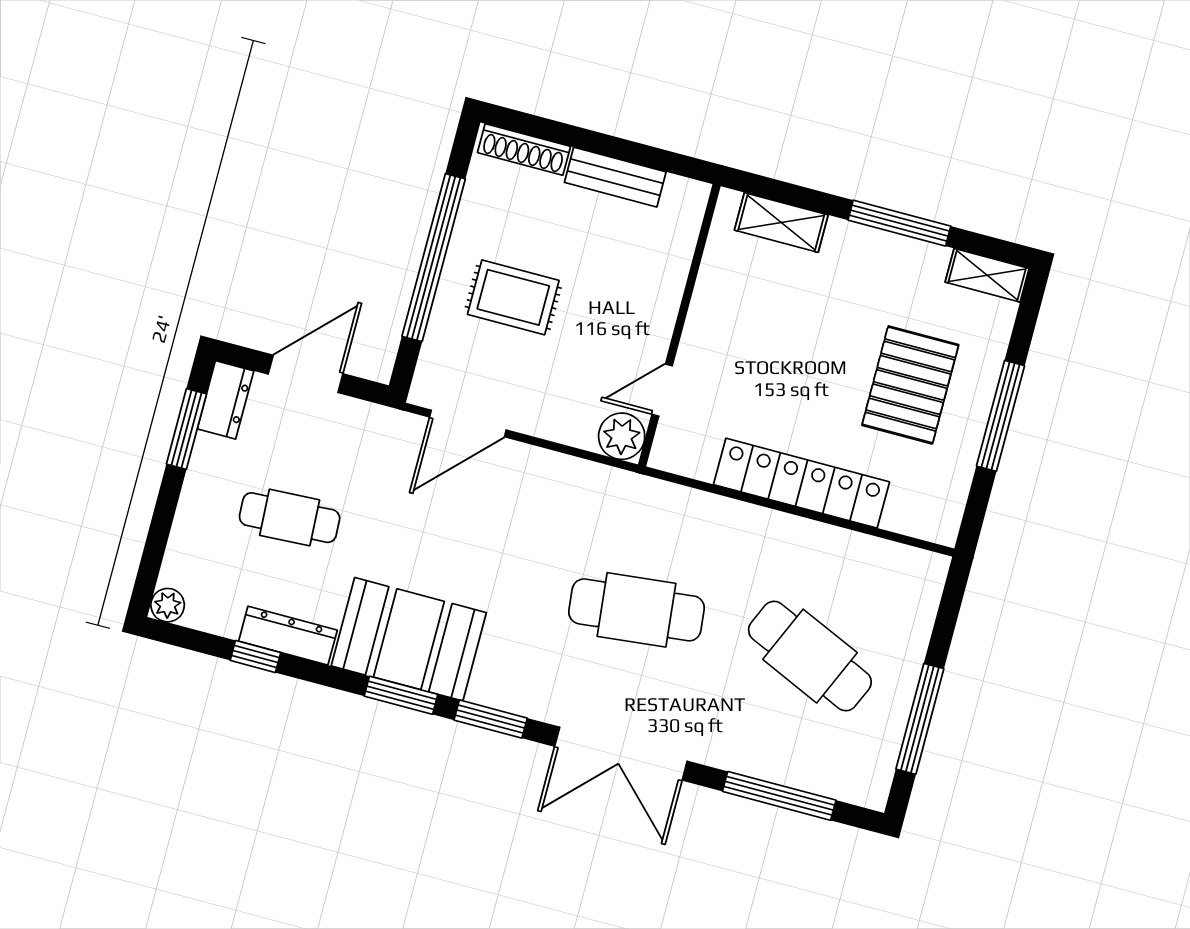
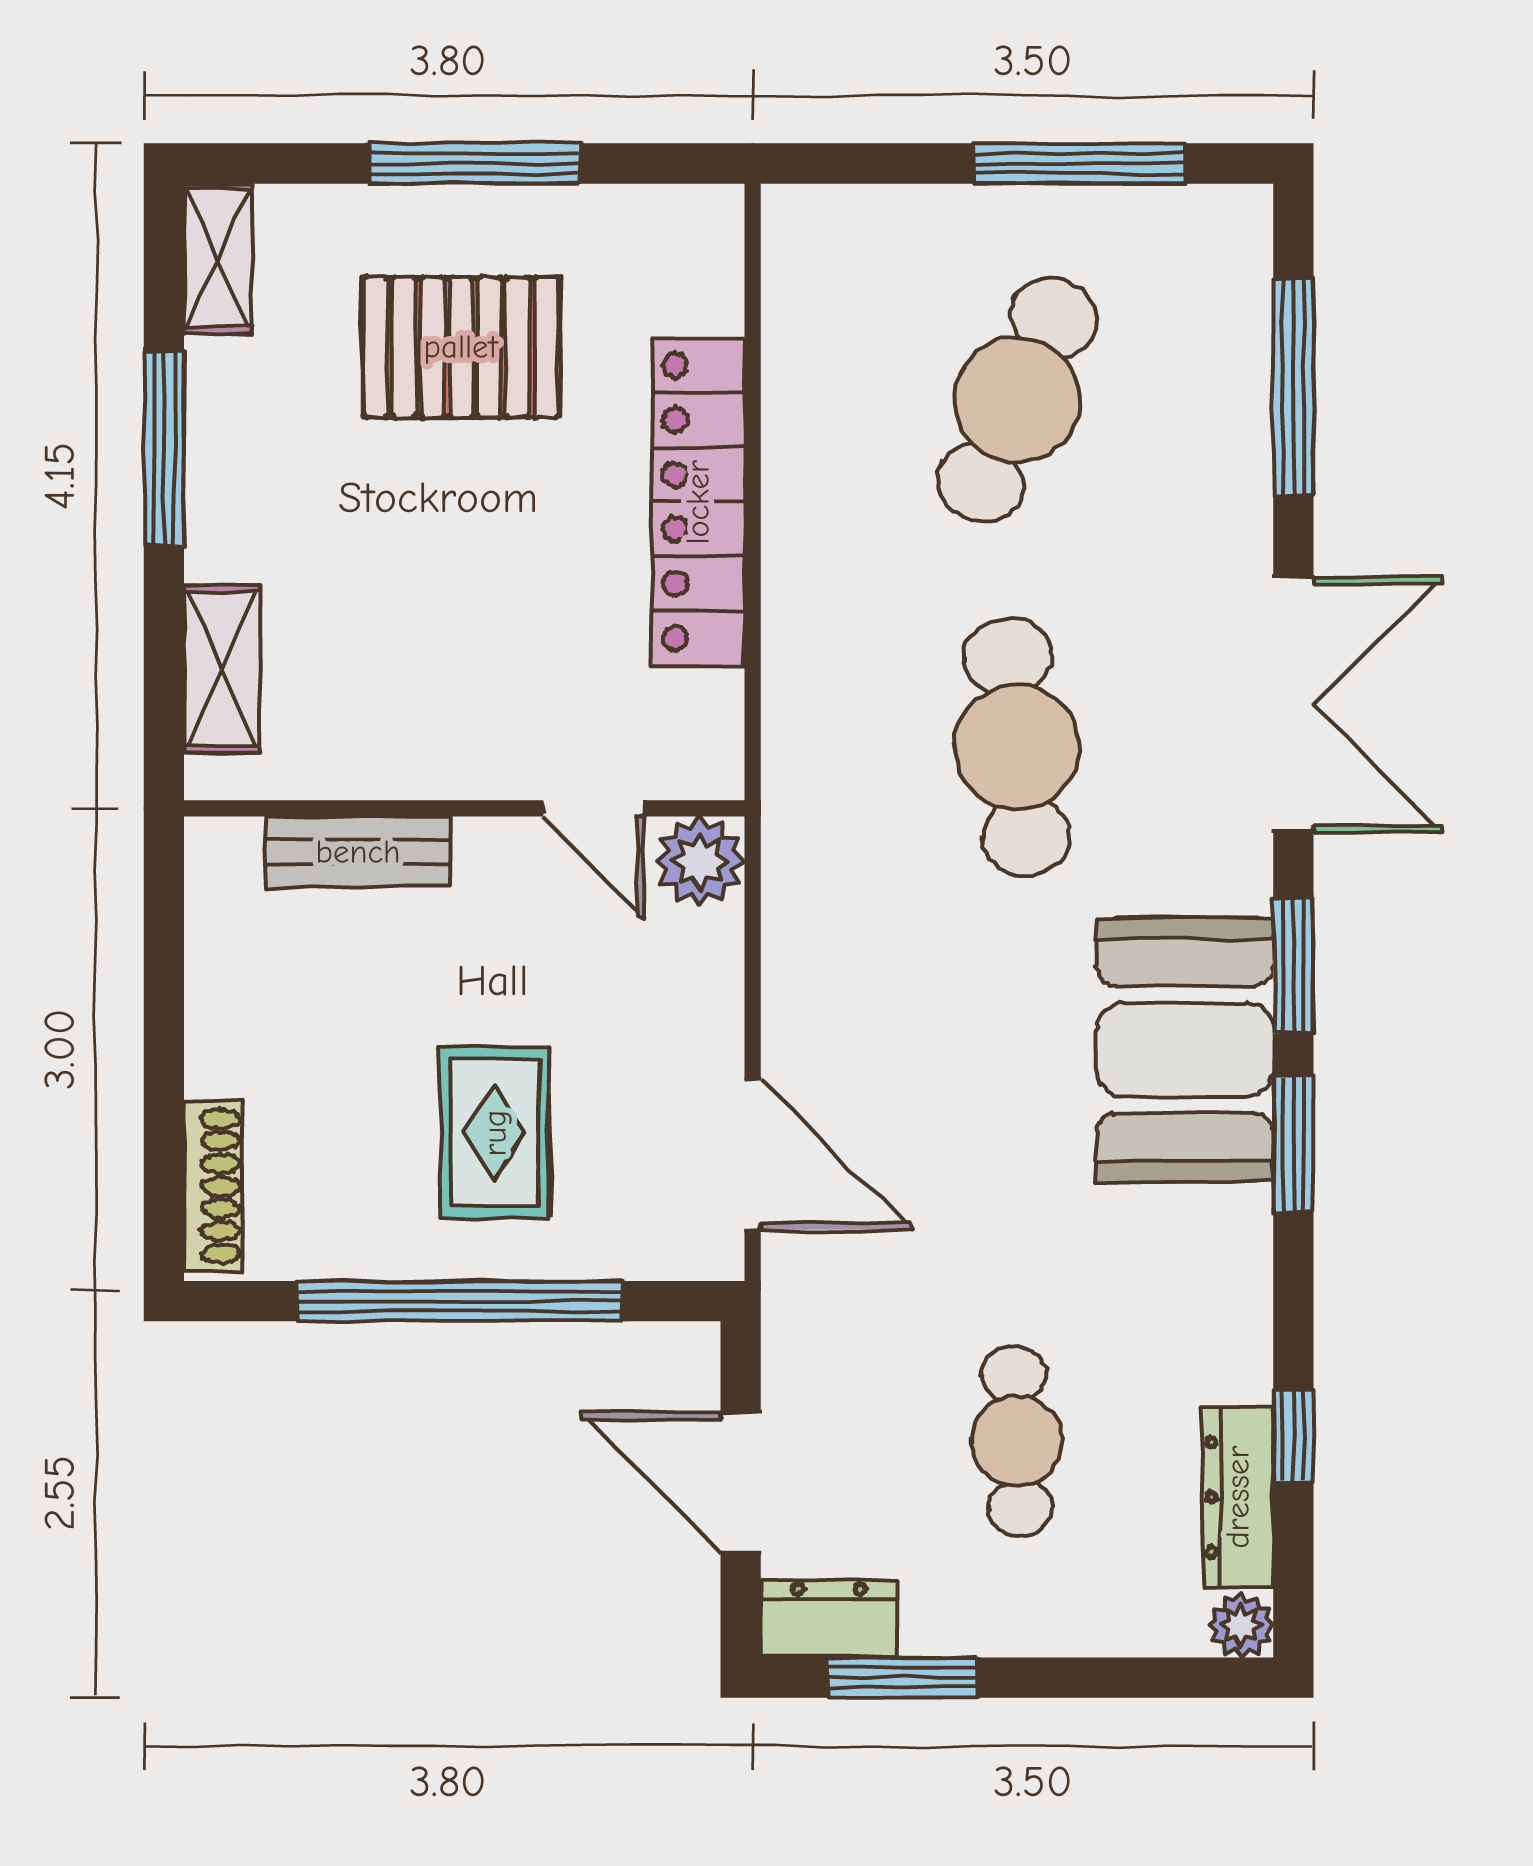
bench: (615, 177) -> (358, 852), moved, turned 90
dresser: (288, 636) -> (1238, 1497), moved
booth: (409, 639) -> (1185, 1050), moved

